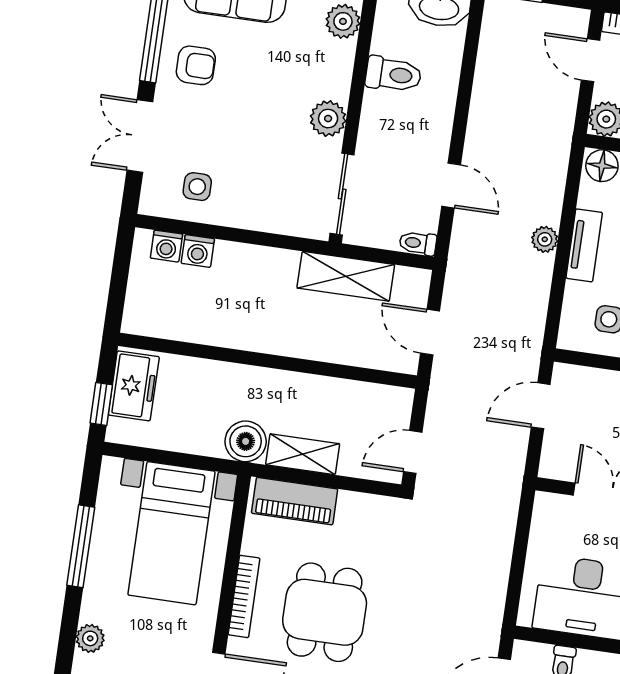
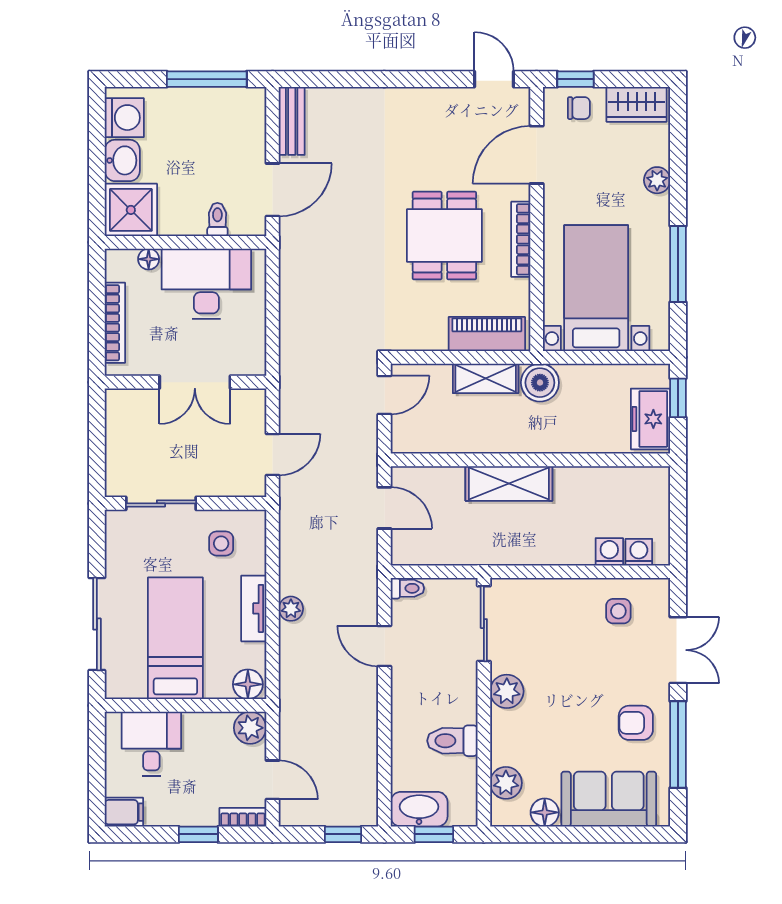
shelving: (346, 276) -> (509, 483), moved

